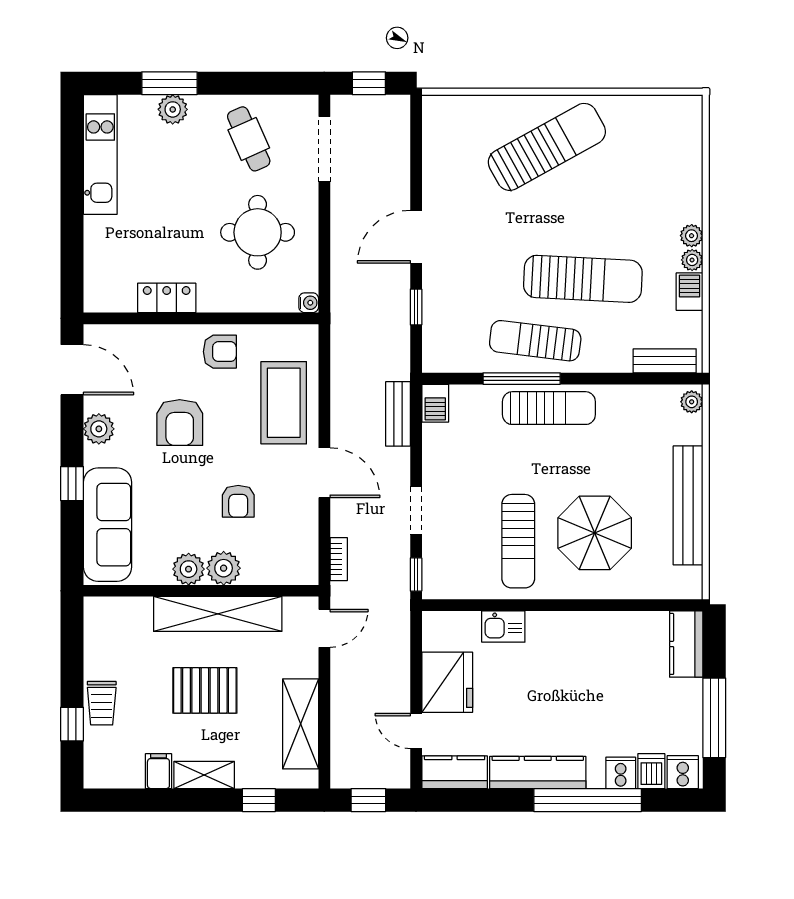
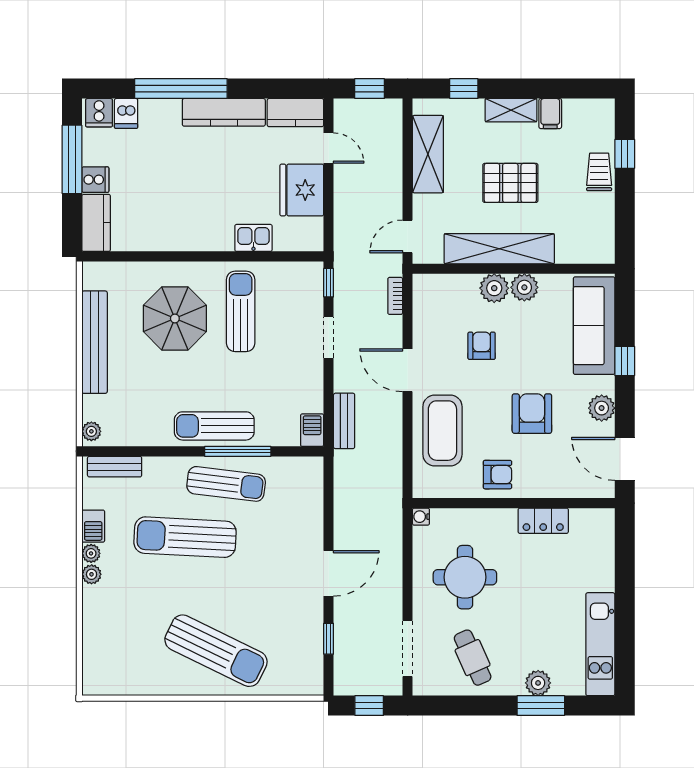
sun lounger: (547, 147) -> (216, 651), turned -125
window: (416, 307) -> (329, 639), moved
armchair: (220, 352) -> (497, 475), turned 180
cooker: (621, 773) -> (95, 180), moved, turned -90

